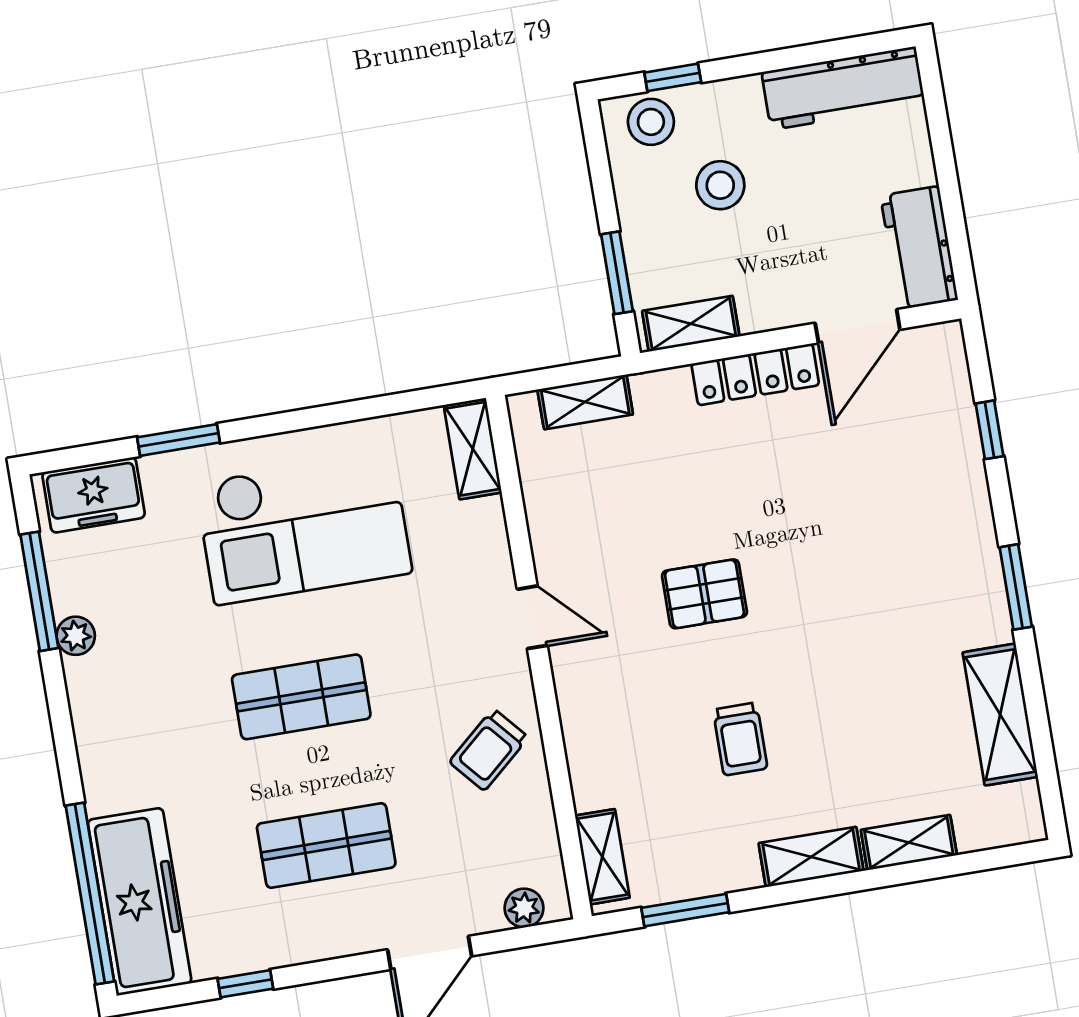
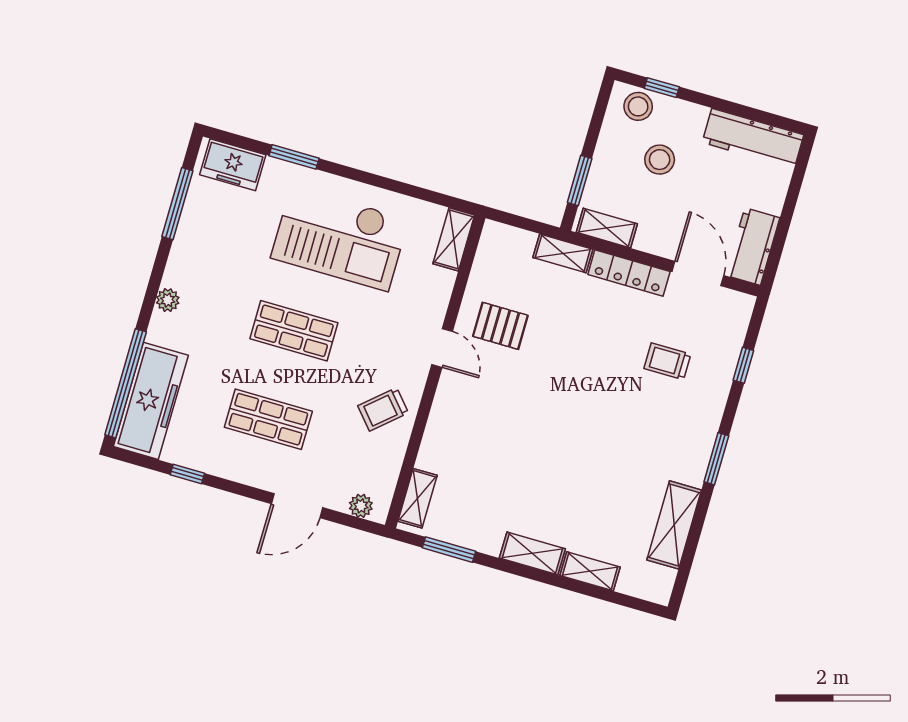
door: (858, 326) -> (698, 273), swing flipped
shelving: (585, 402) -> (563, 253), moved
pallet: (704, 594) -> (500, 326), moved
plant: (76, 636) -> (168, 300), moved
trolley: (740, 739) -> (667, 361), moved, turned 90

